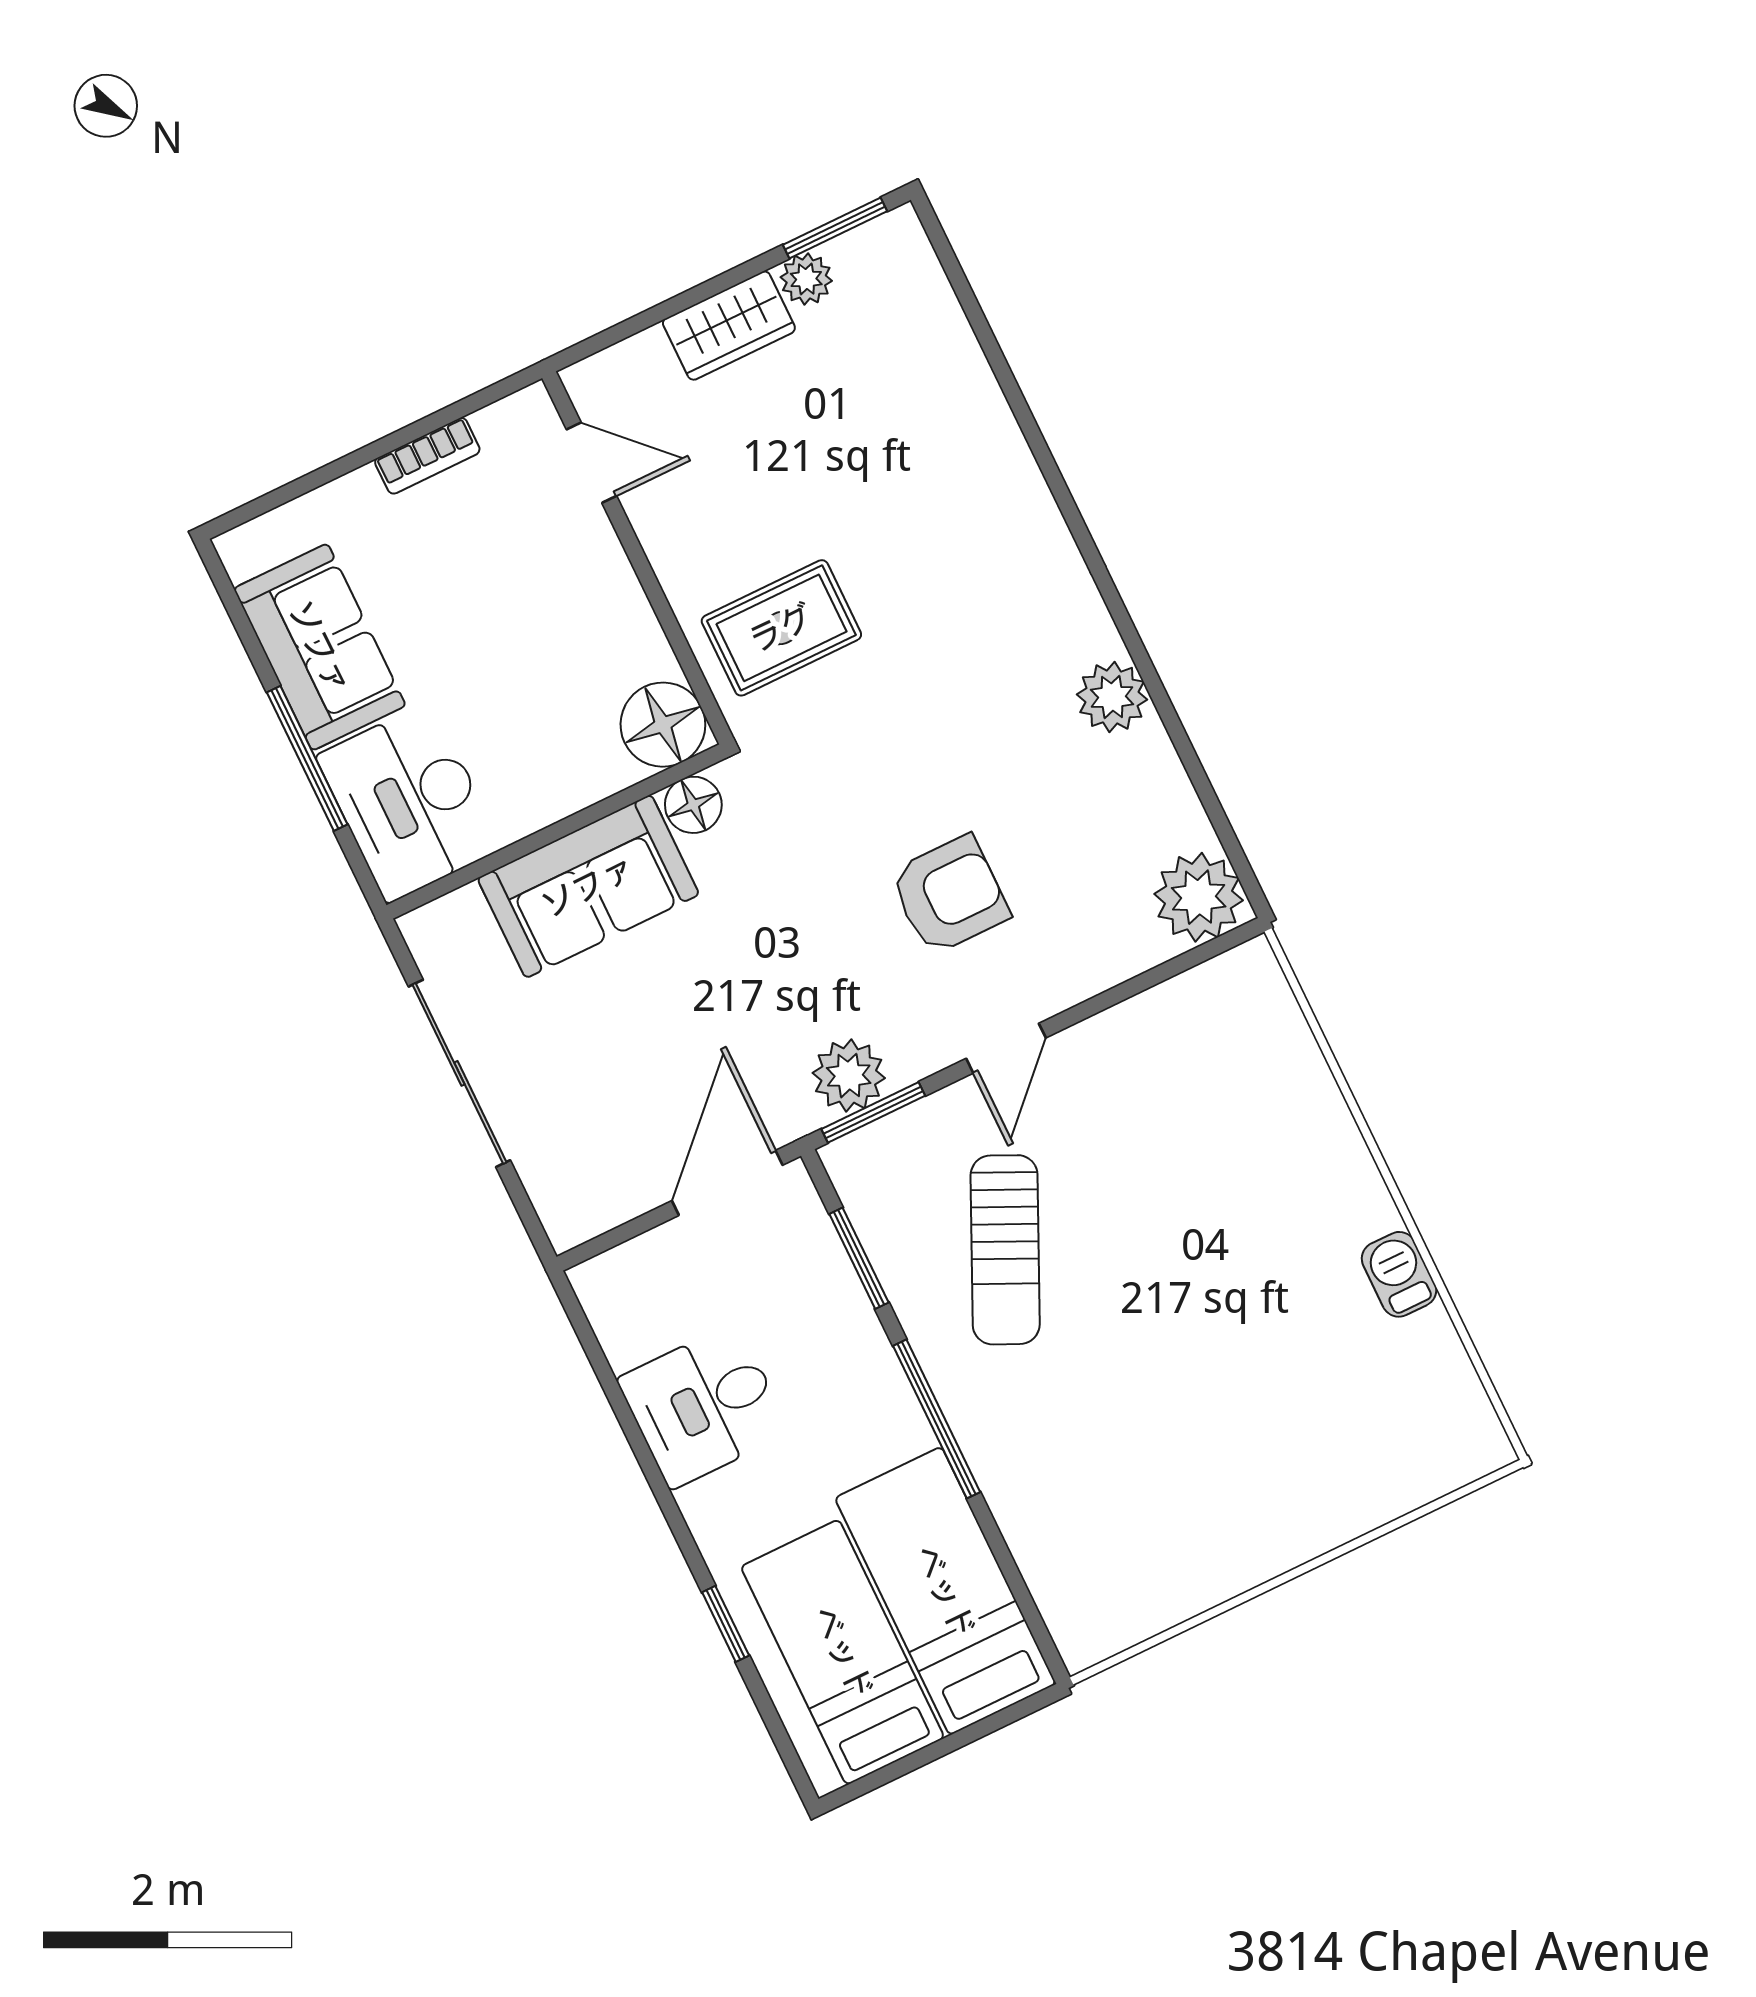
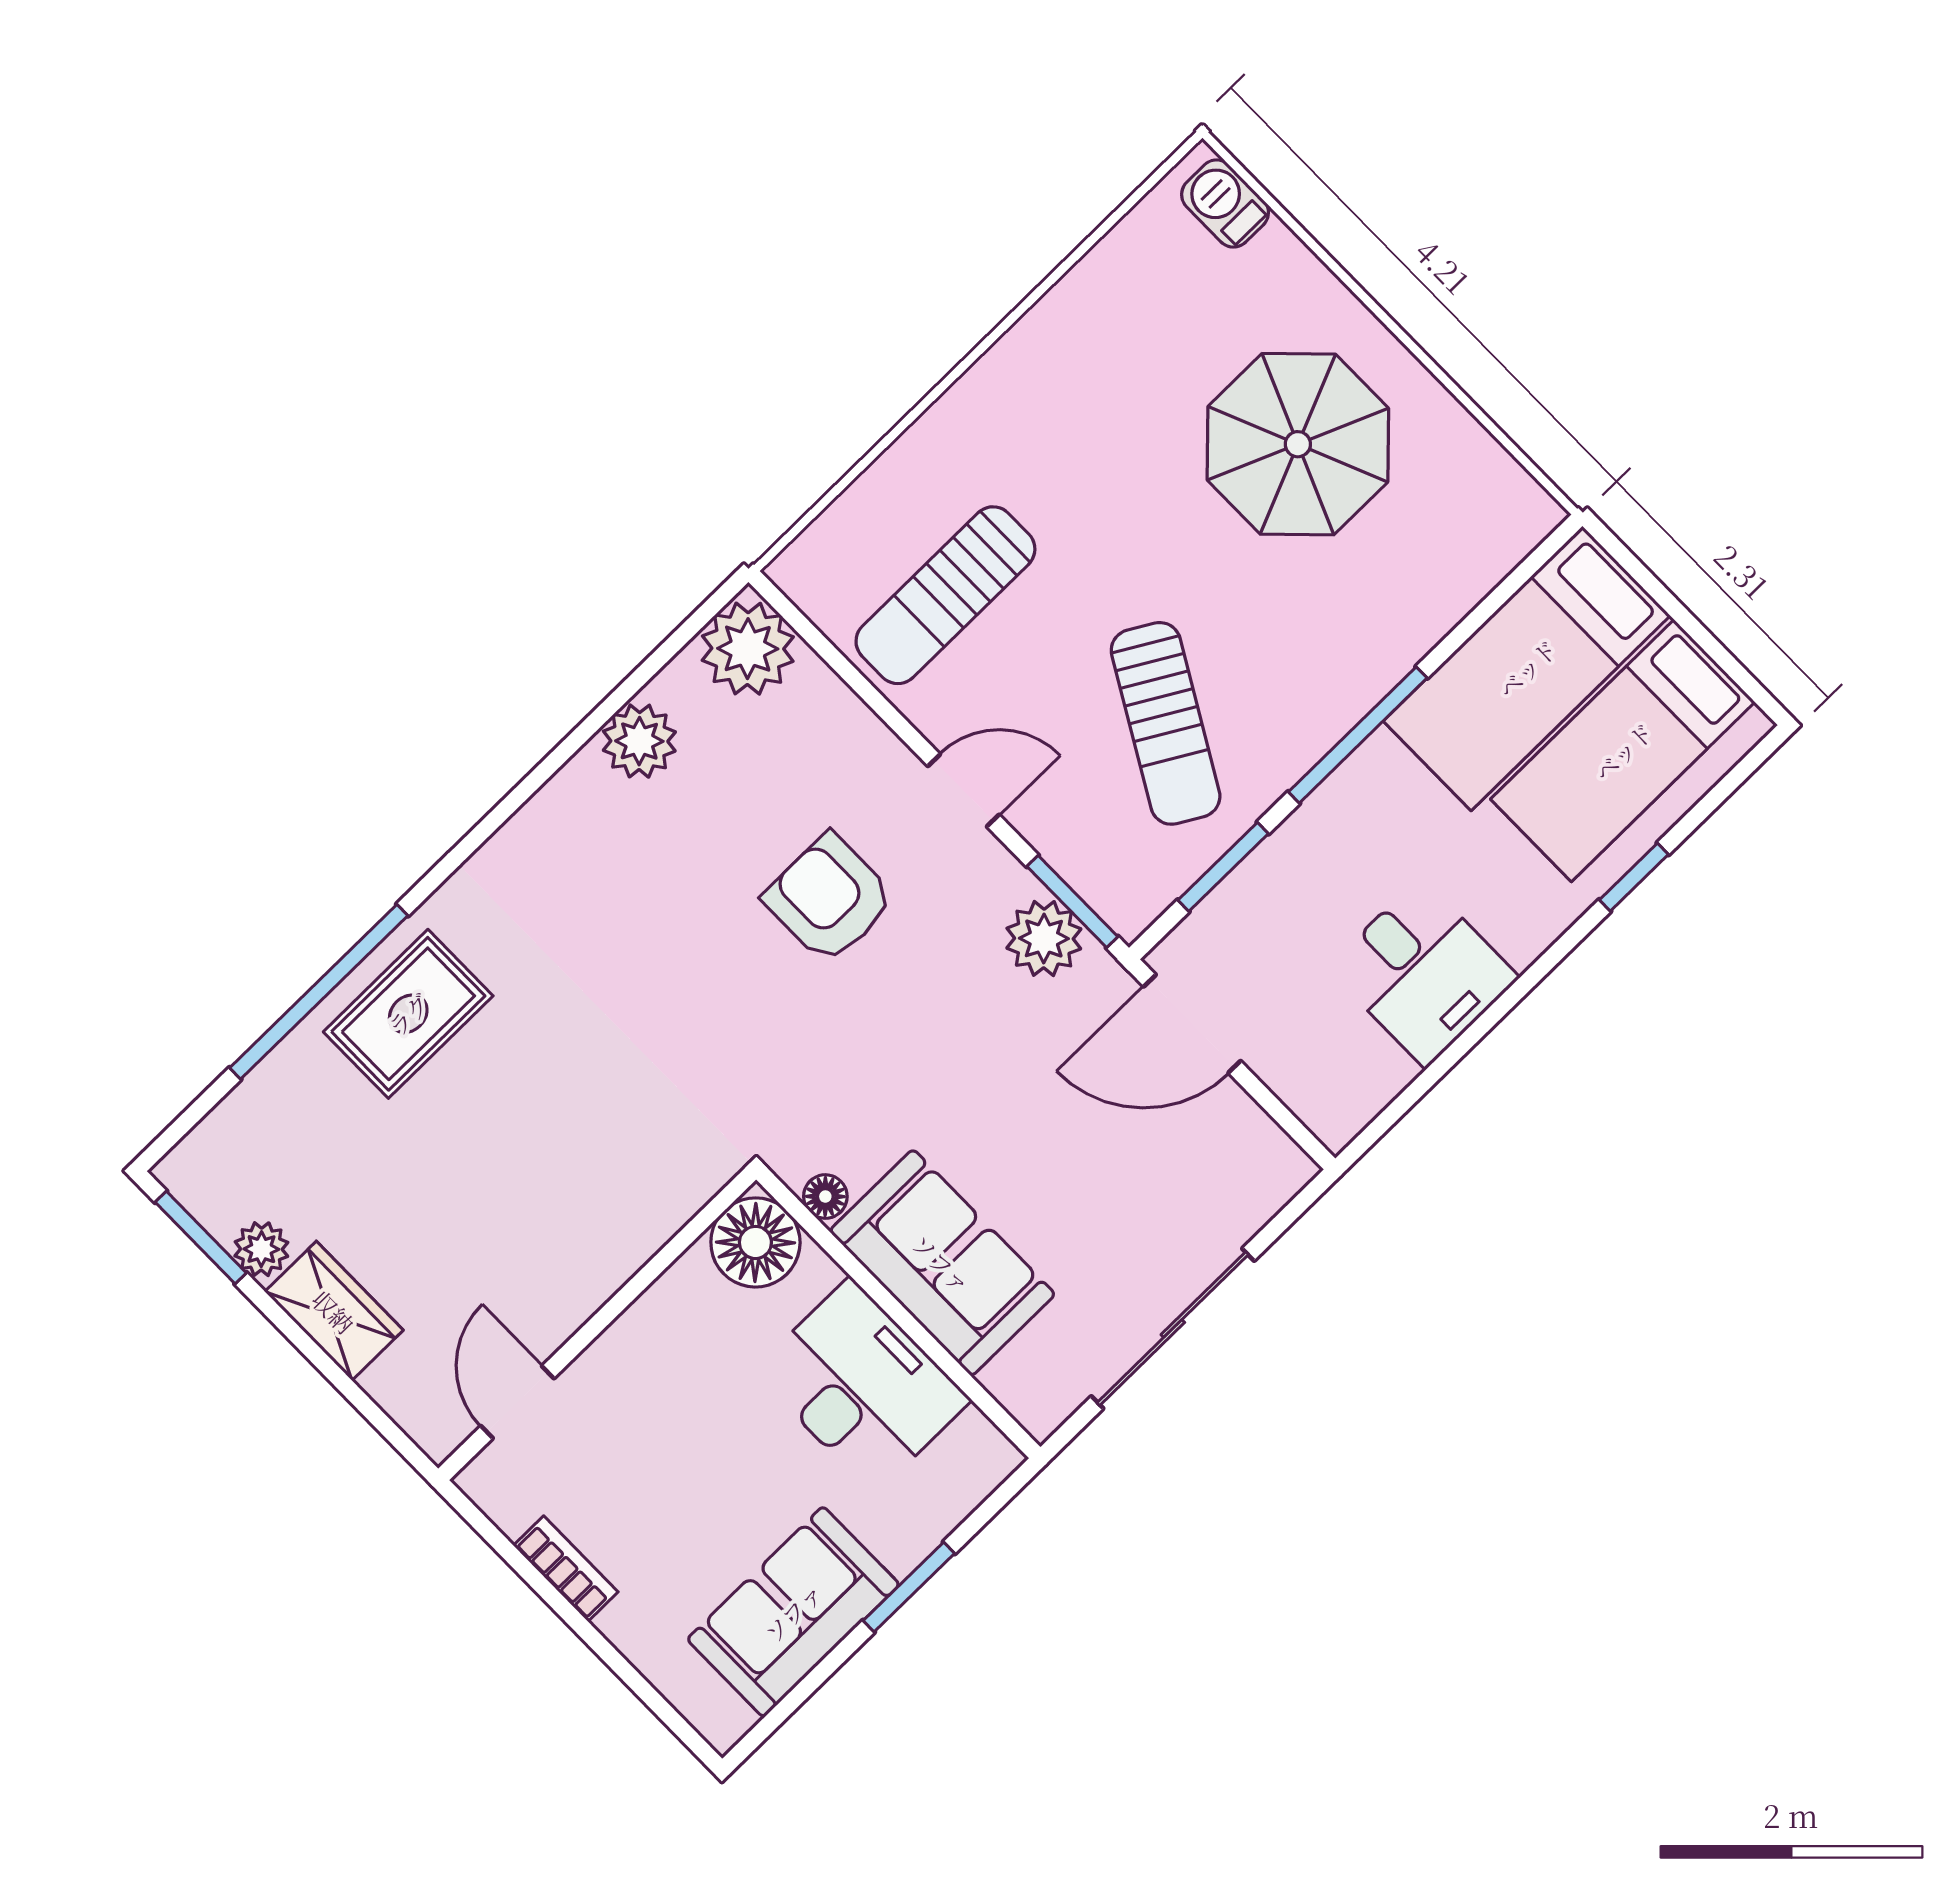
window: (1020, 408) -> (319, 992), added
rug: (781, 628) -> (408, 1014), moved, turned 90
plant: (1112, 697) -> (639, 741), moved
window: (307, 758) -> (909, 1587), width x0.69
desk: (409, 802) -> (862, 1386), moved, turned -90
floor lamp: (693, 805) -> (825, 1197), width x0.73, depth x0.73
sun lounger: (1187, 1091) -> (945, 595), added
sun lounger: (1005, 1250) -> (1166, 723), turned 95
barbecue: (1399, 1274) -> (1225, 203), moved, turned 90
parasol: (1216, 1453) -> (1298, 444), added

